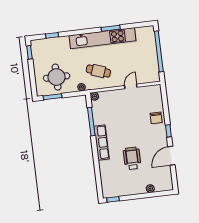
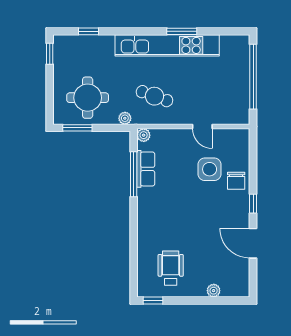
door: (131, 86) -> (202, 126), swing flipped
side table: (139, 113) -> (210, 169), added
row of seats: (101, 143) -> (146, 169), moved, width x0.68
door: (171, 156) -> (253, 243), hinge flipped
wheelchair: (132, 158) -> (171, 268), moved

